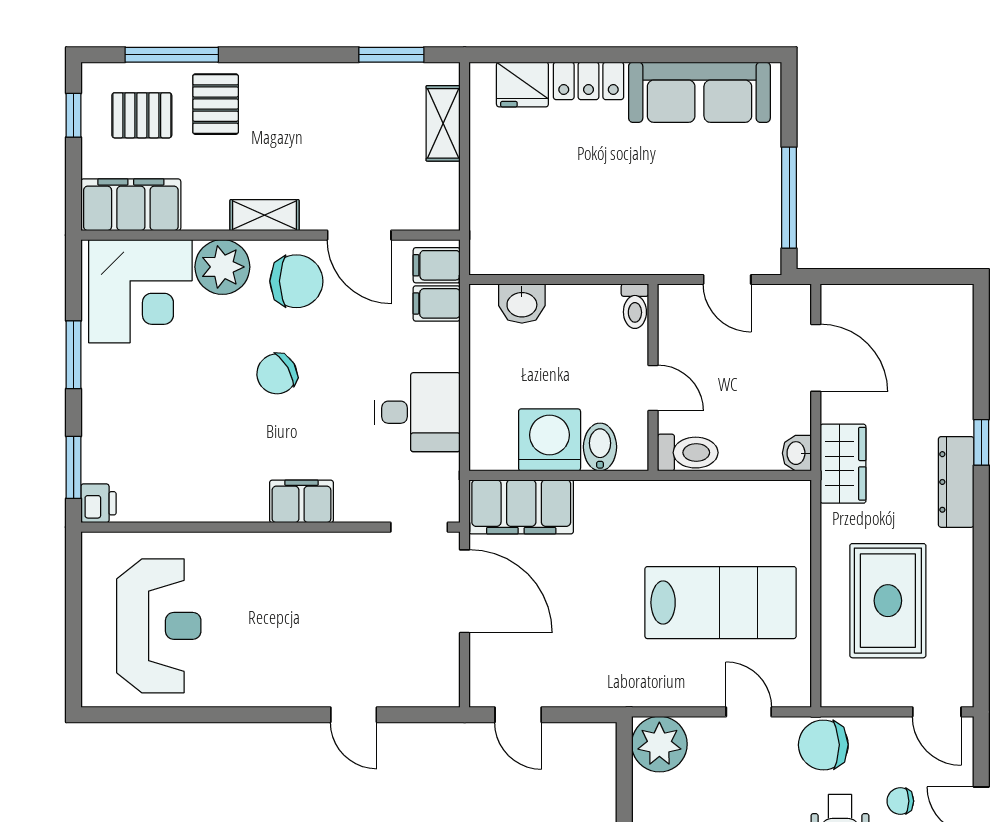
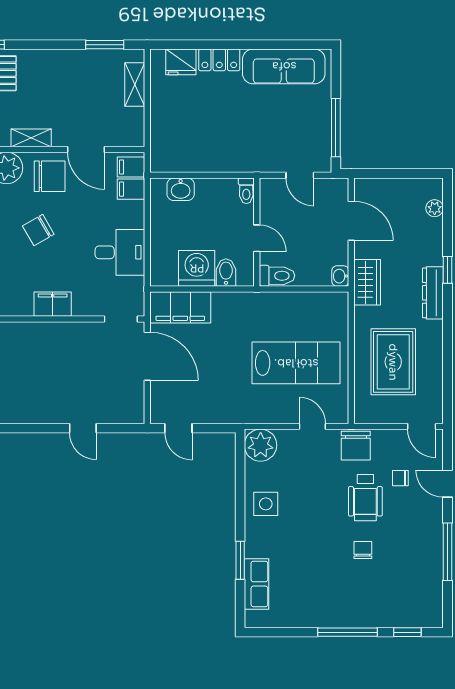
plant: (959, 336) -> (435, 208), added
chair: (823, 745) -> (356, 446), turned -89

